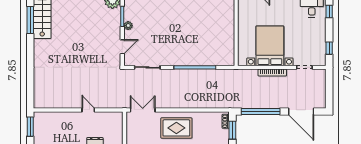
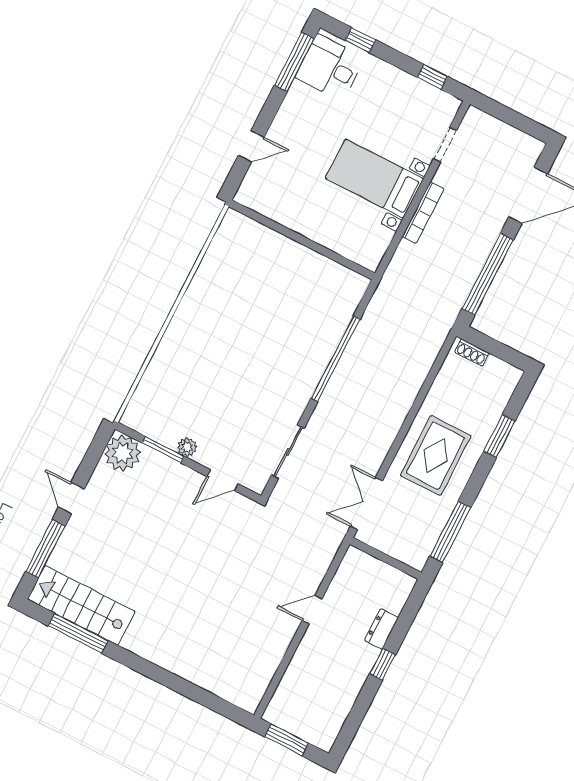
bed with nightstands: (270, 46) -> (374, 179), width x0.73
door: (122, 47) -> (222, 480), swing flipped
window: (232, 130) -> (496, 348), removed

